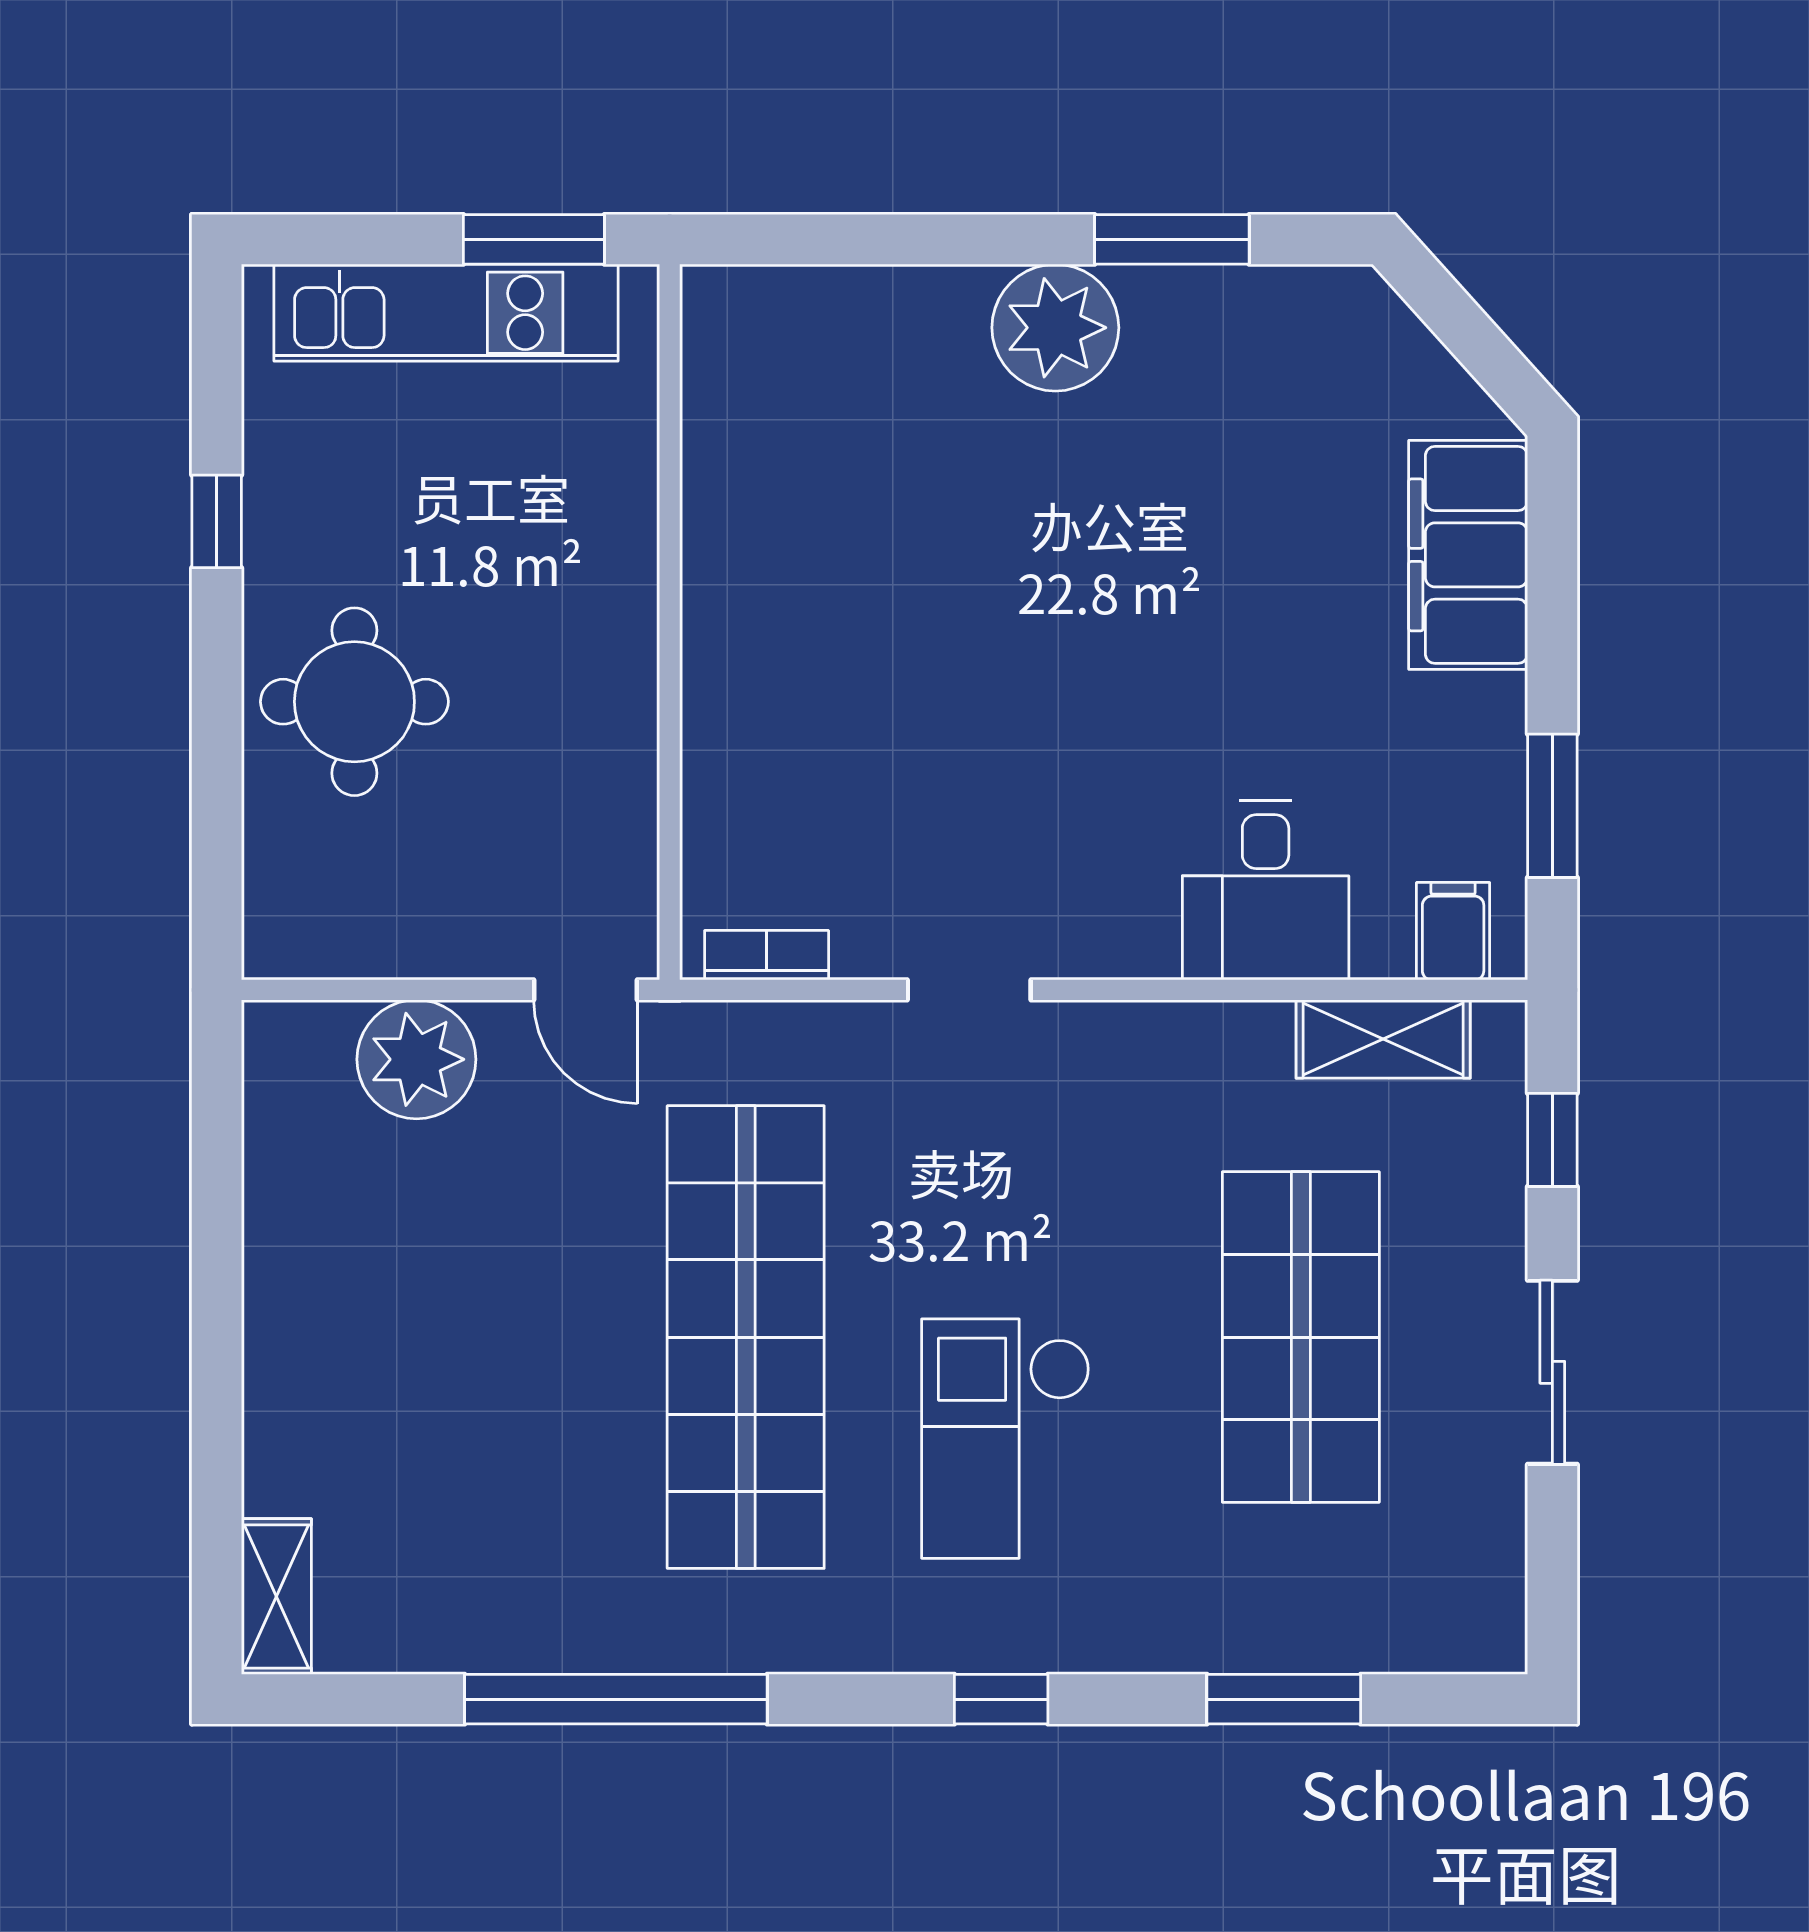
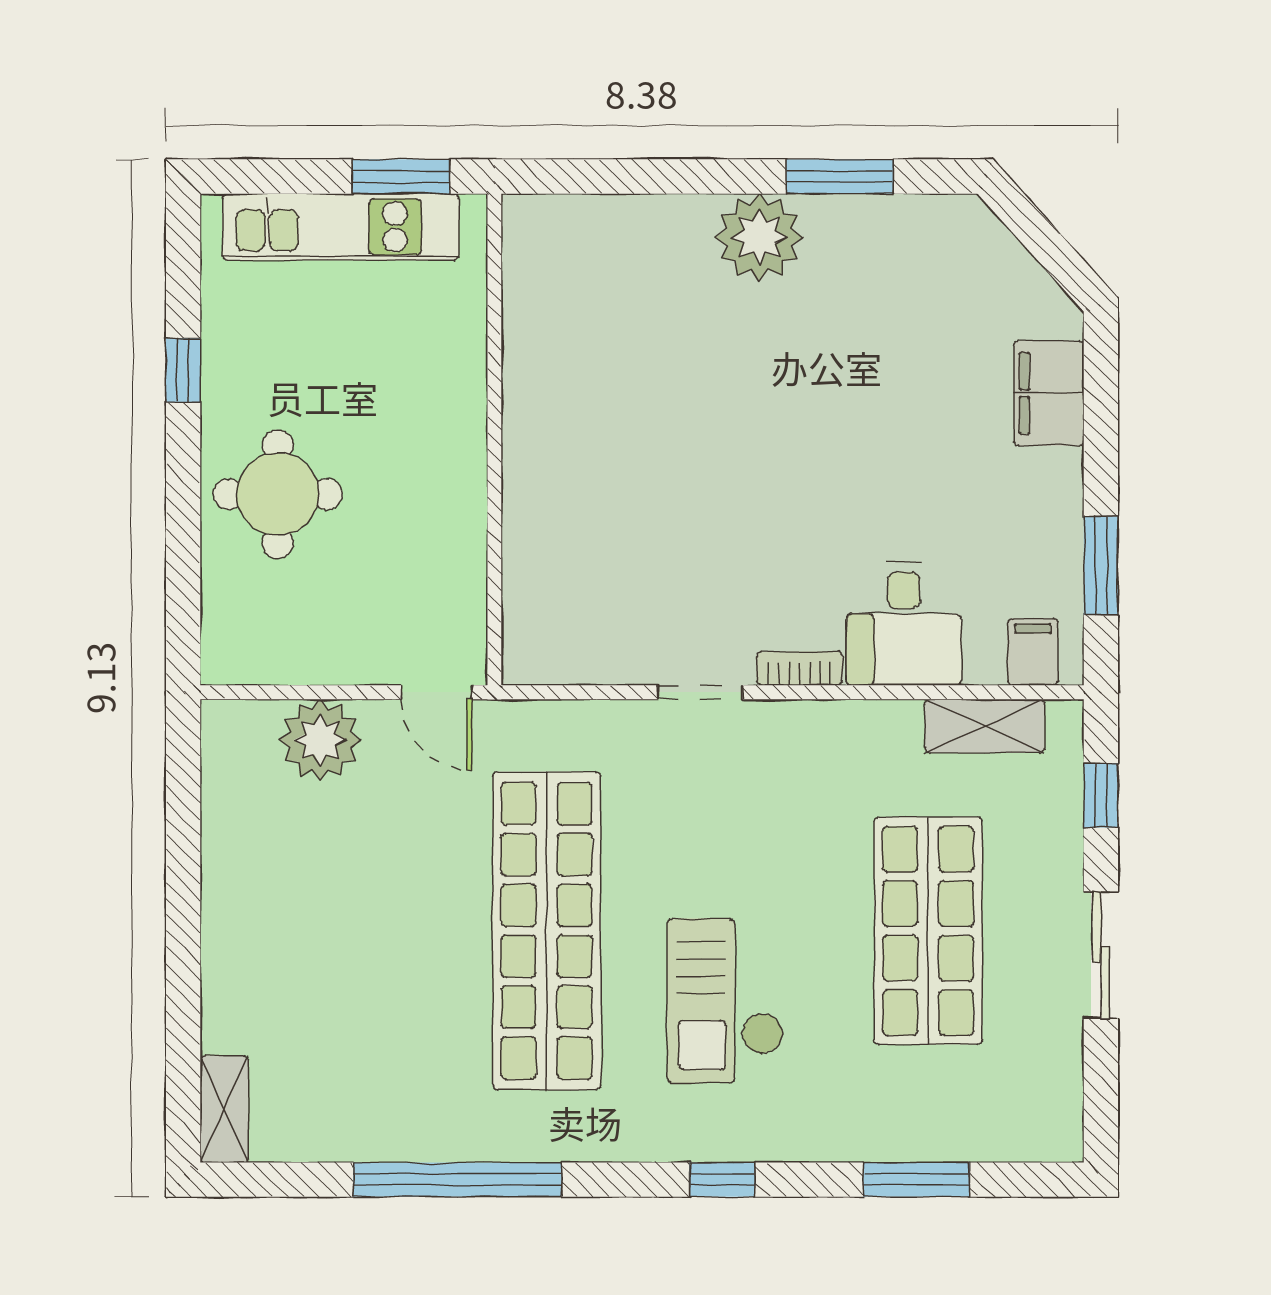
filing cabinet: (1468, 555) -> (1049, 393), width x0.67, depth x0.86
bookcase: (767, 955) -> (799, 668), moved

